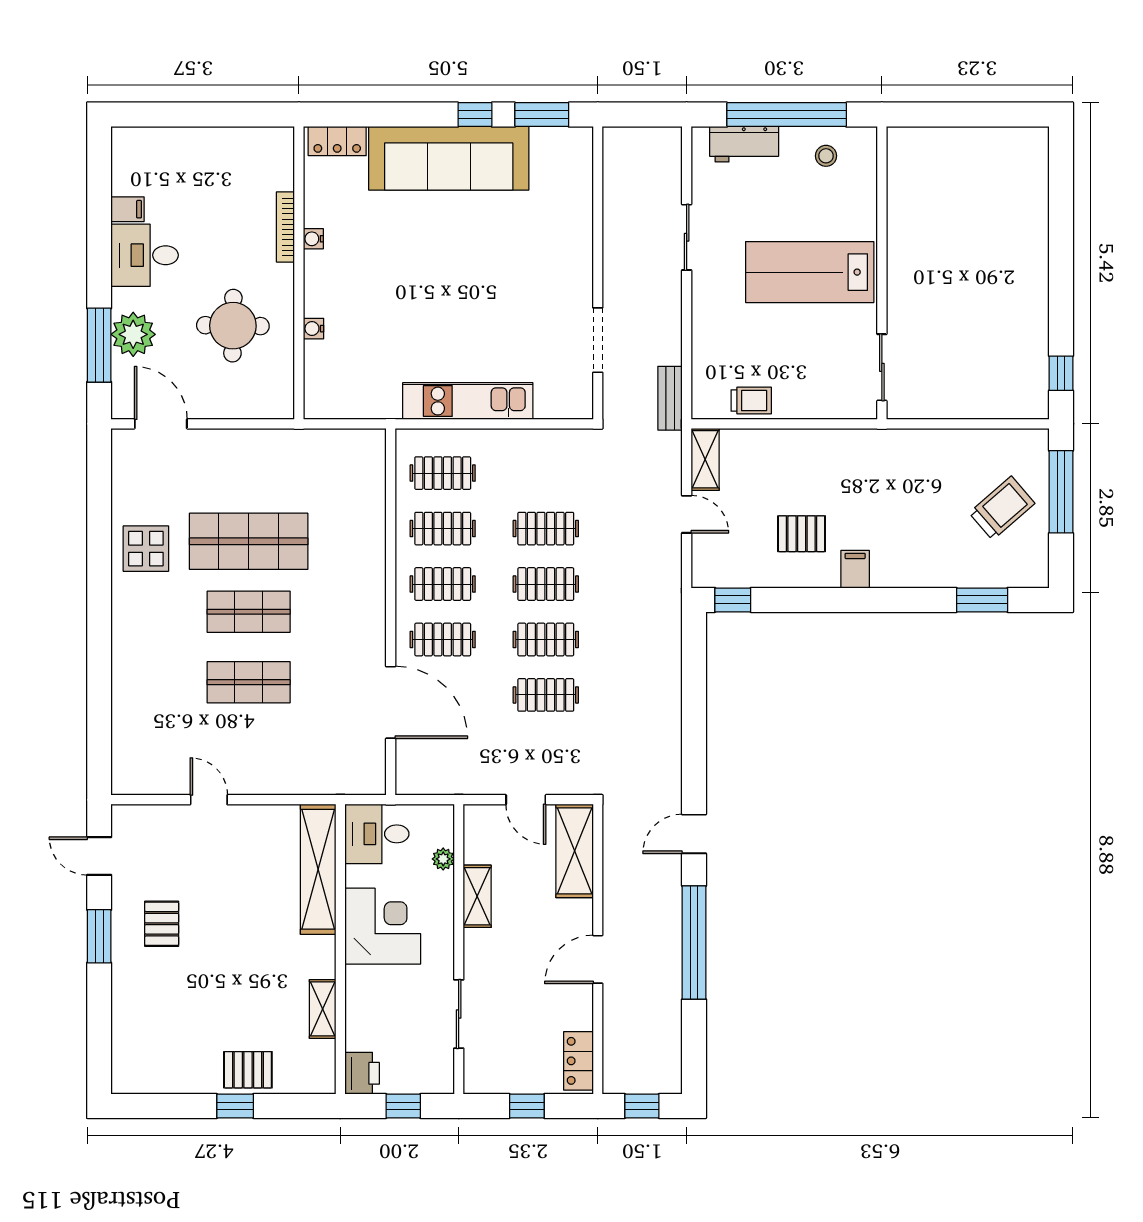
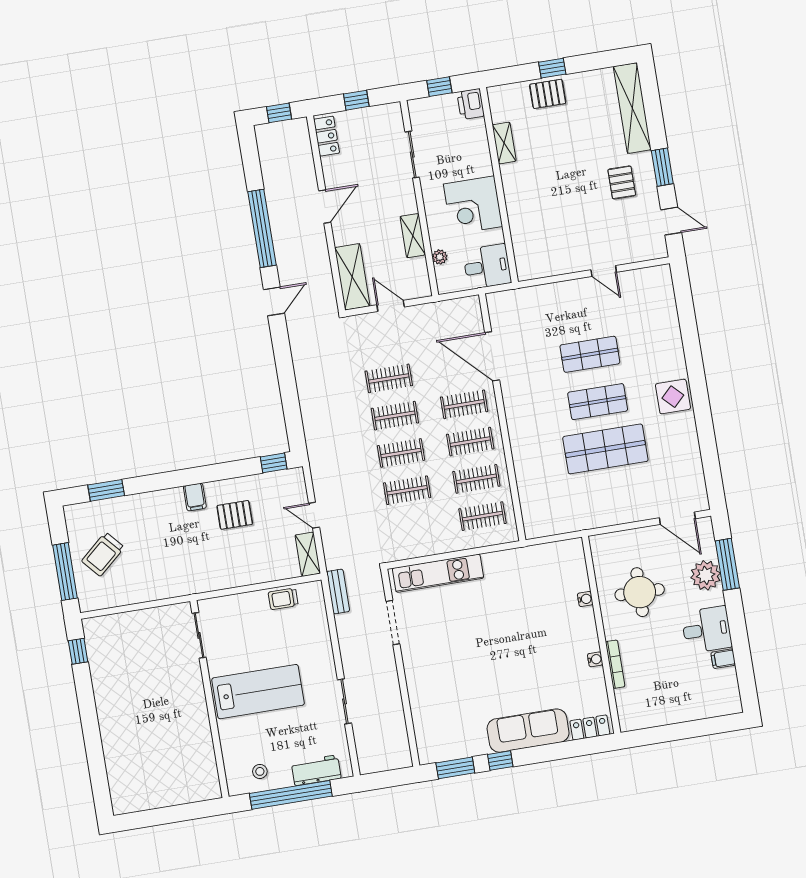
sofa: (449, 158) -> (528, 731), width x0.74, depth x0.79
kitchen unit: (468, 401) -> (438, 573), moved
display table: (146, 549) -> (673, 397), moved
shelving: (318, 869) -> (632, 108), moved

